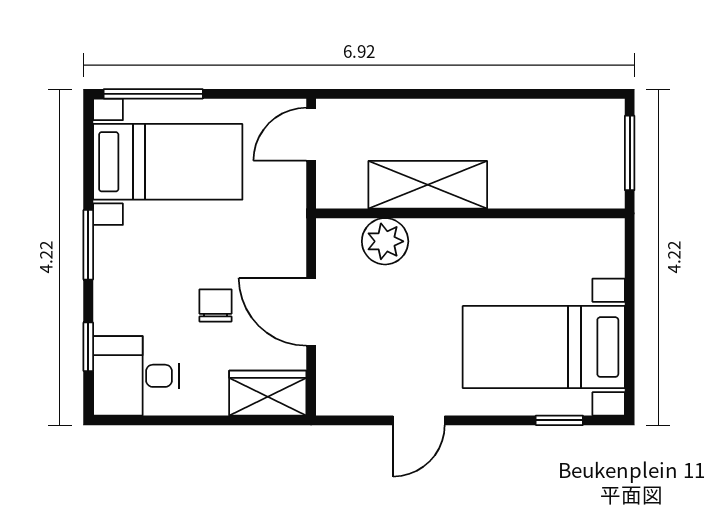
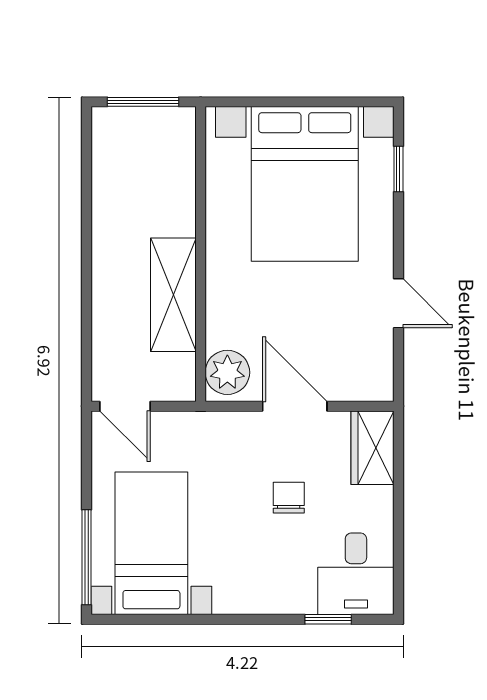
plant: (385, 241) -> (227, 372), moved
window: (88, 245) -> (231, 619), removed
chair: (216, 305) -> (289, 498), turned 90
door: (311, 312) -> (295, 406), swing flipped
bed with nightstands: (544, 347) -> (305, 184), width x1.36

